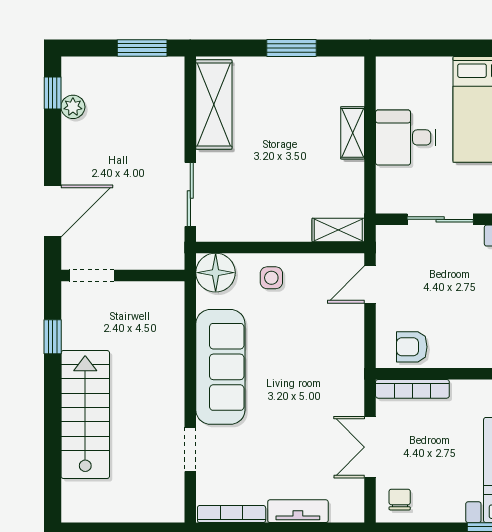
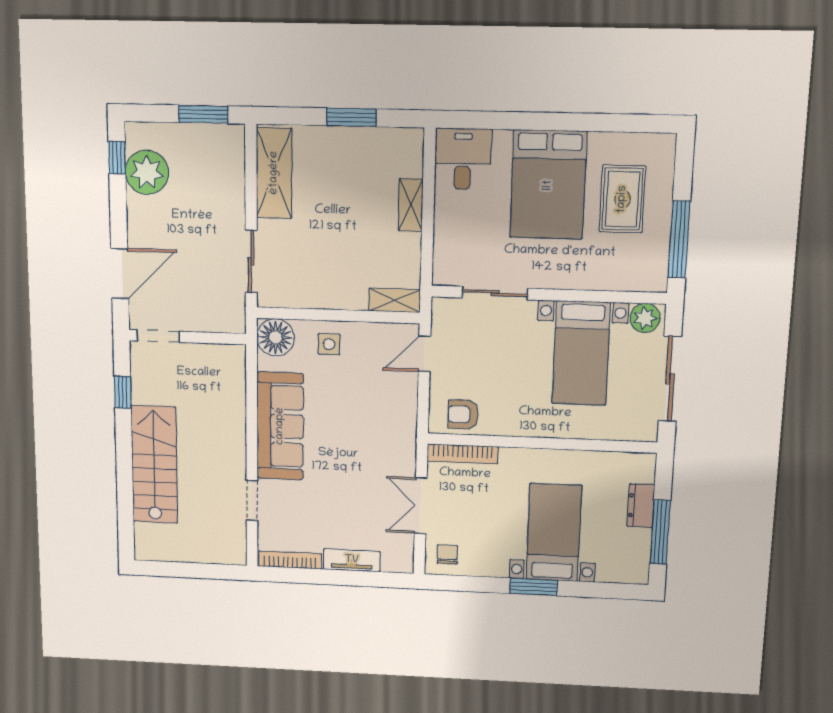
plant: (73, 107) -> (147, 172), width x1.87, depth x1.87
desk: (406, 137) -> (463, 159), moved, turned 90

